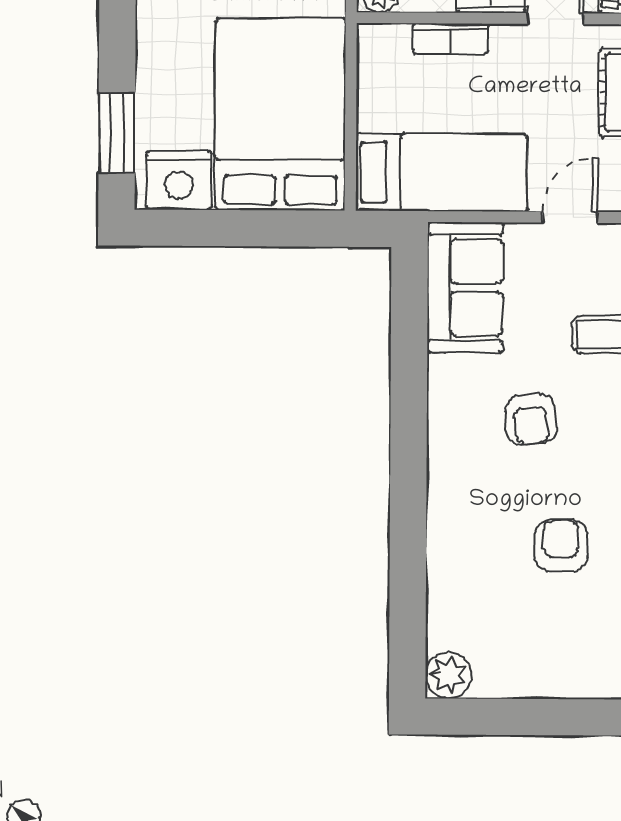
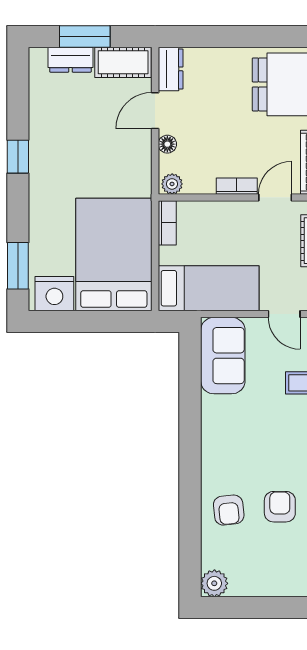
bookcase: (450, 39) -> (167, 223), moved, turned -90
door: (570, 217) -> (284, 314), swing flipped
armchair: (531, 419) -> (229, 510), moved

